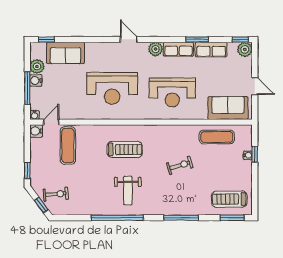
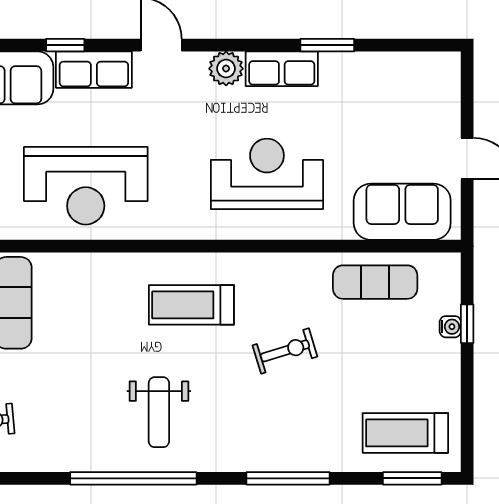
window: (240, 39) -> (65, 45), moved
plant: (245, 49) -> (443, 69), removed
row of seats: (211, 50) -> (94, 70), moved
reception desk: (112, 88) -> (86, 186), moved
reception desk: (172, 92) -> (267, 174), turned 180
treadmill: (125, 149) -> (191, 305), moved, turned 180

